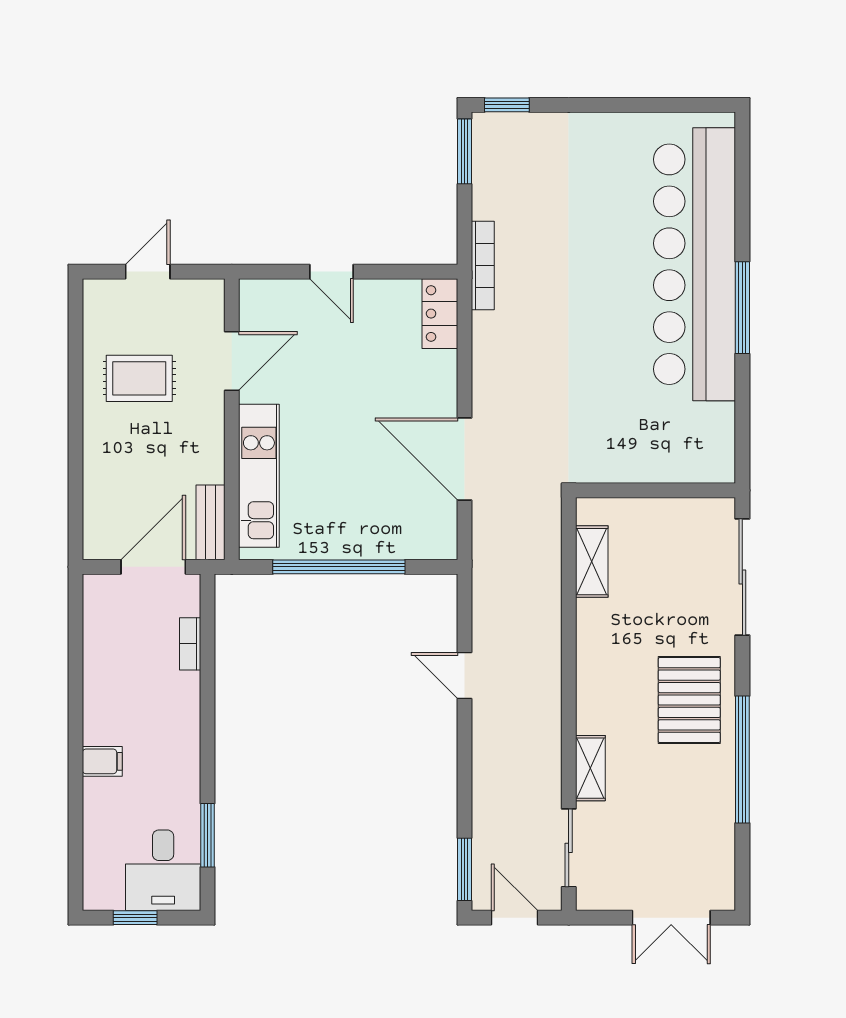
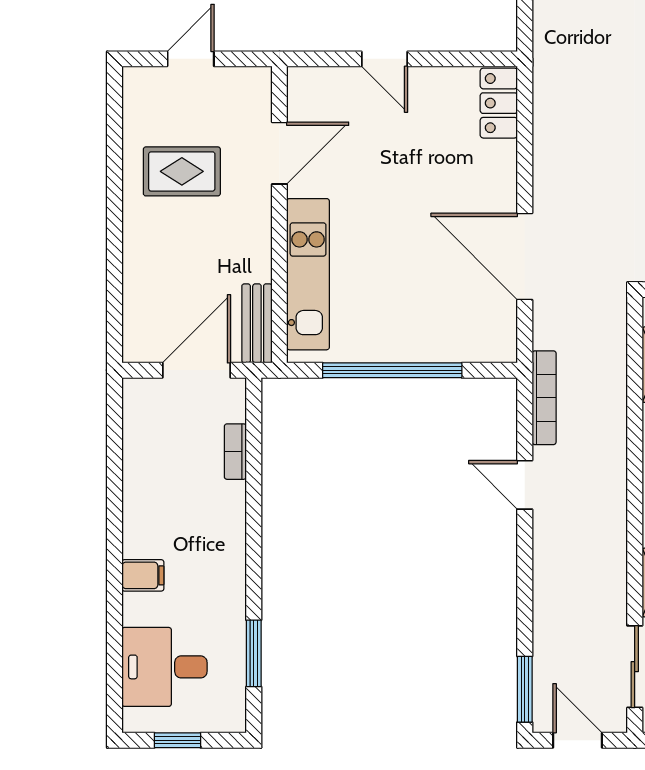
bookcase: (483, 265) -> (544, 398), moved
desk: (163, 870) -> (164, 667), moved, turned 90

